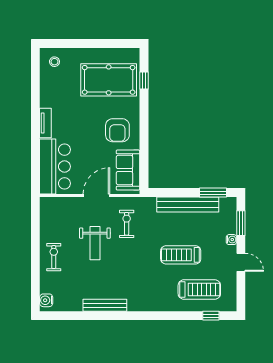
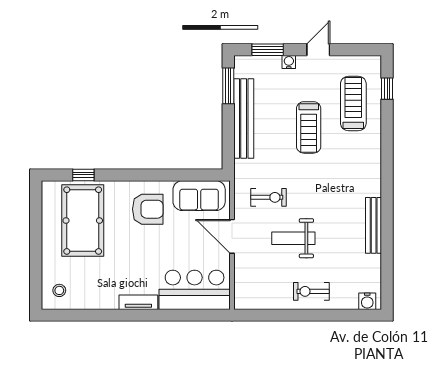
exercise bike: (127, 224) -> (269, 197), turned 180
weight bench: (95, 243) -> (293, 238), turned 180

